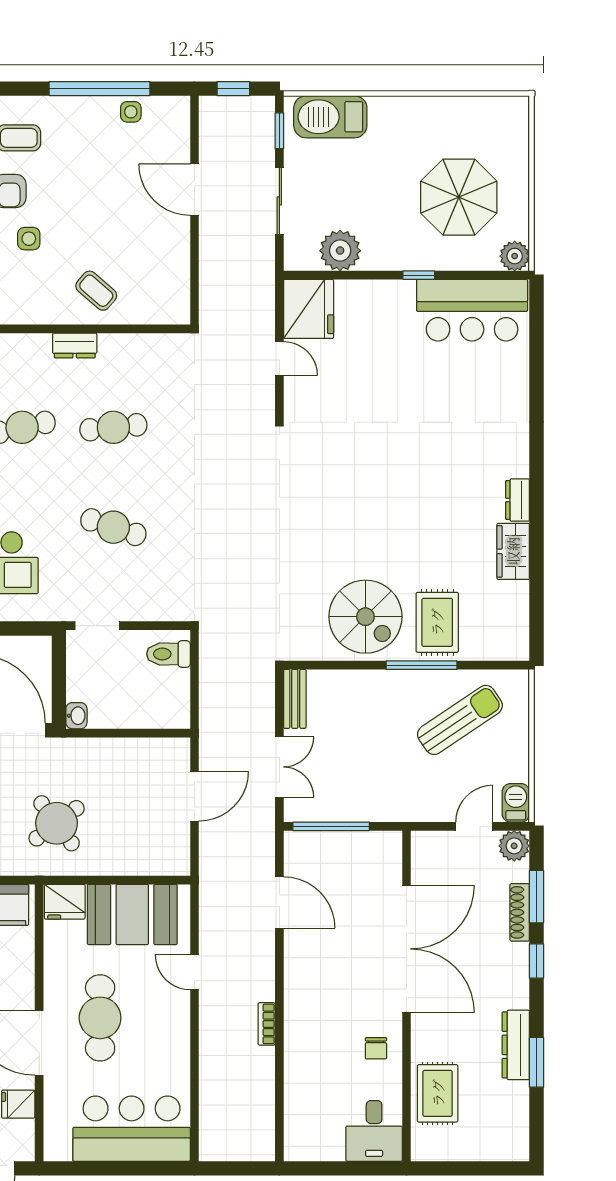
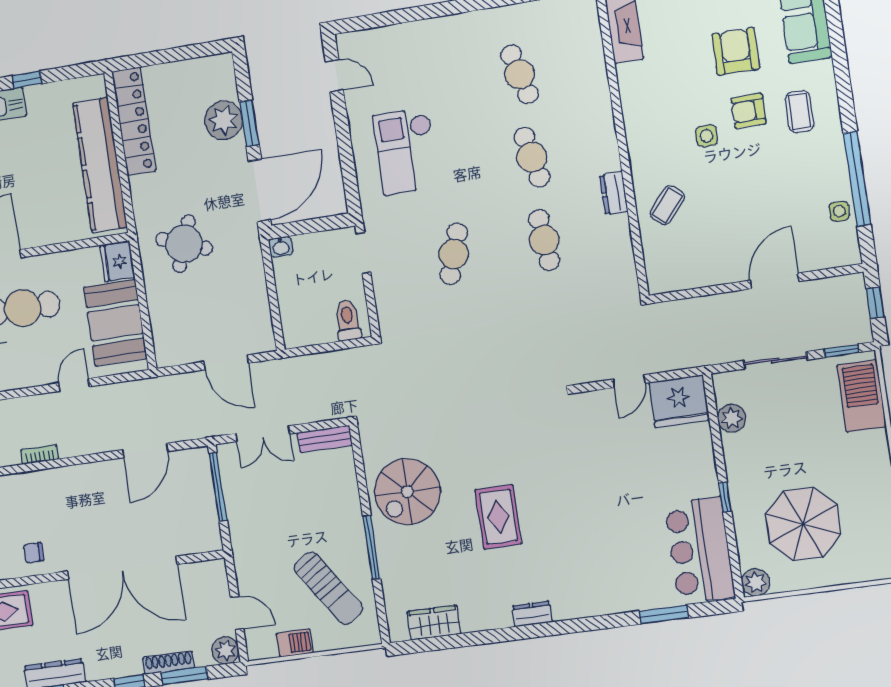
plant: (340, 251) -> (732, 418), width x0.73, depth x0.73
window: (537, 359) -> (663, 614), added
wardrobe: (513, 551) -> (434, 623), moved
rug: (437, 622) -> (498, 517), moved, turned 90
barbecue: (516, 803) -> (295, 643), moved
round table: (57, 823) -> (184, 244), turned -33

